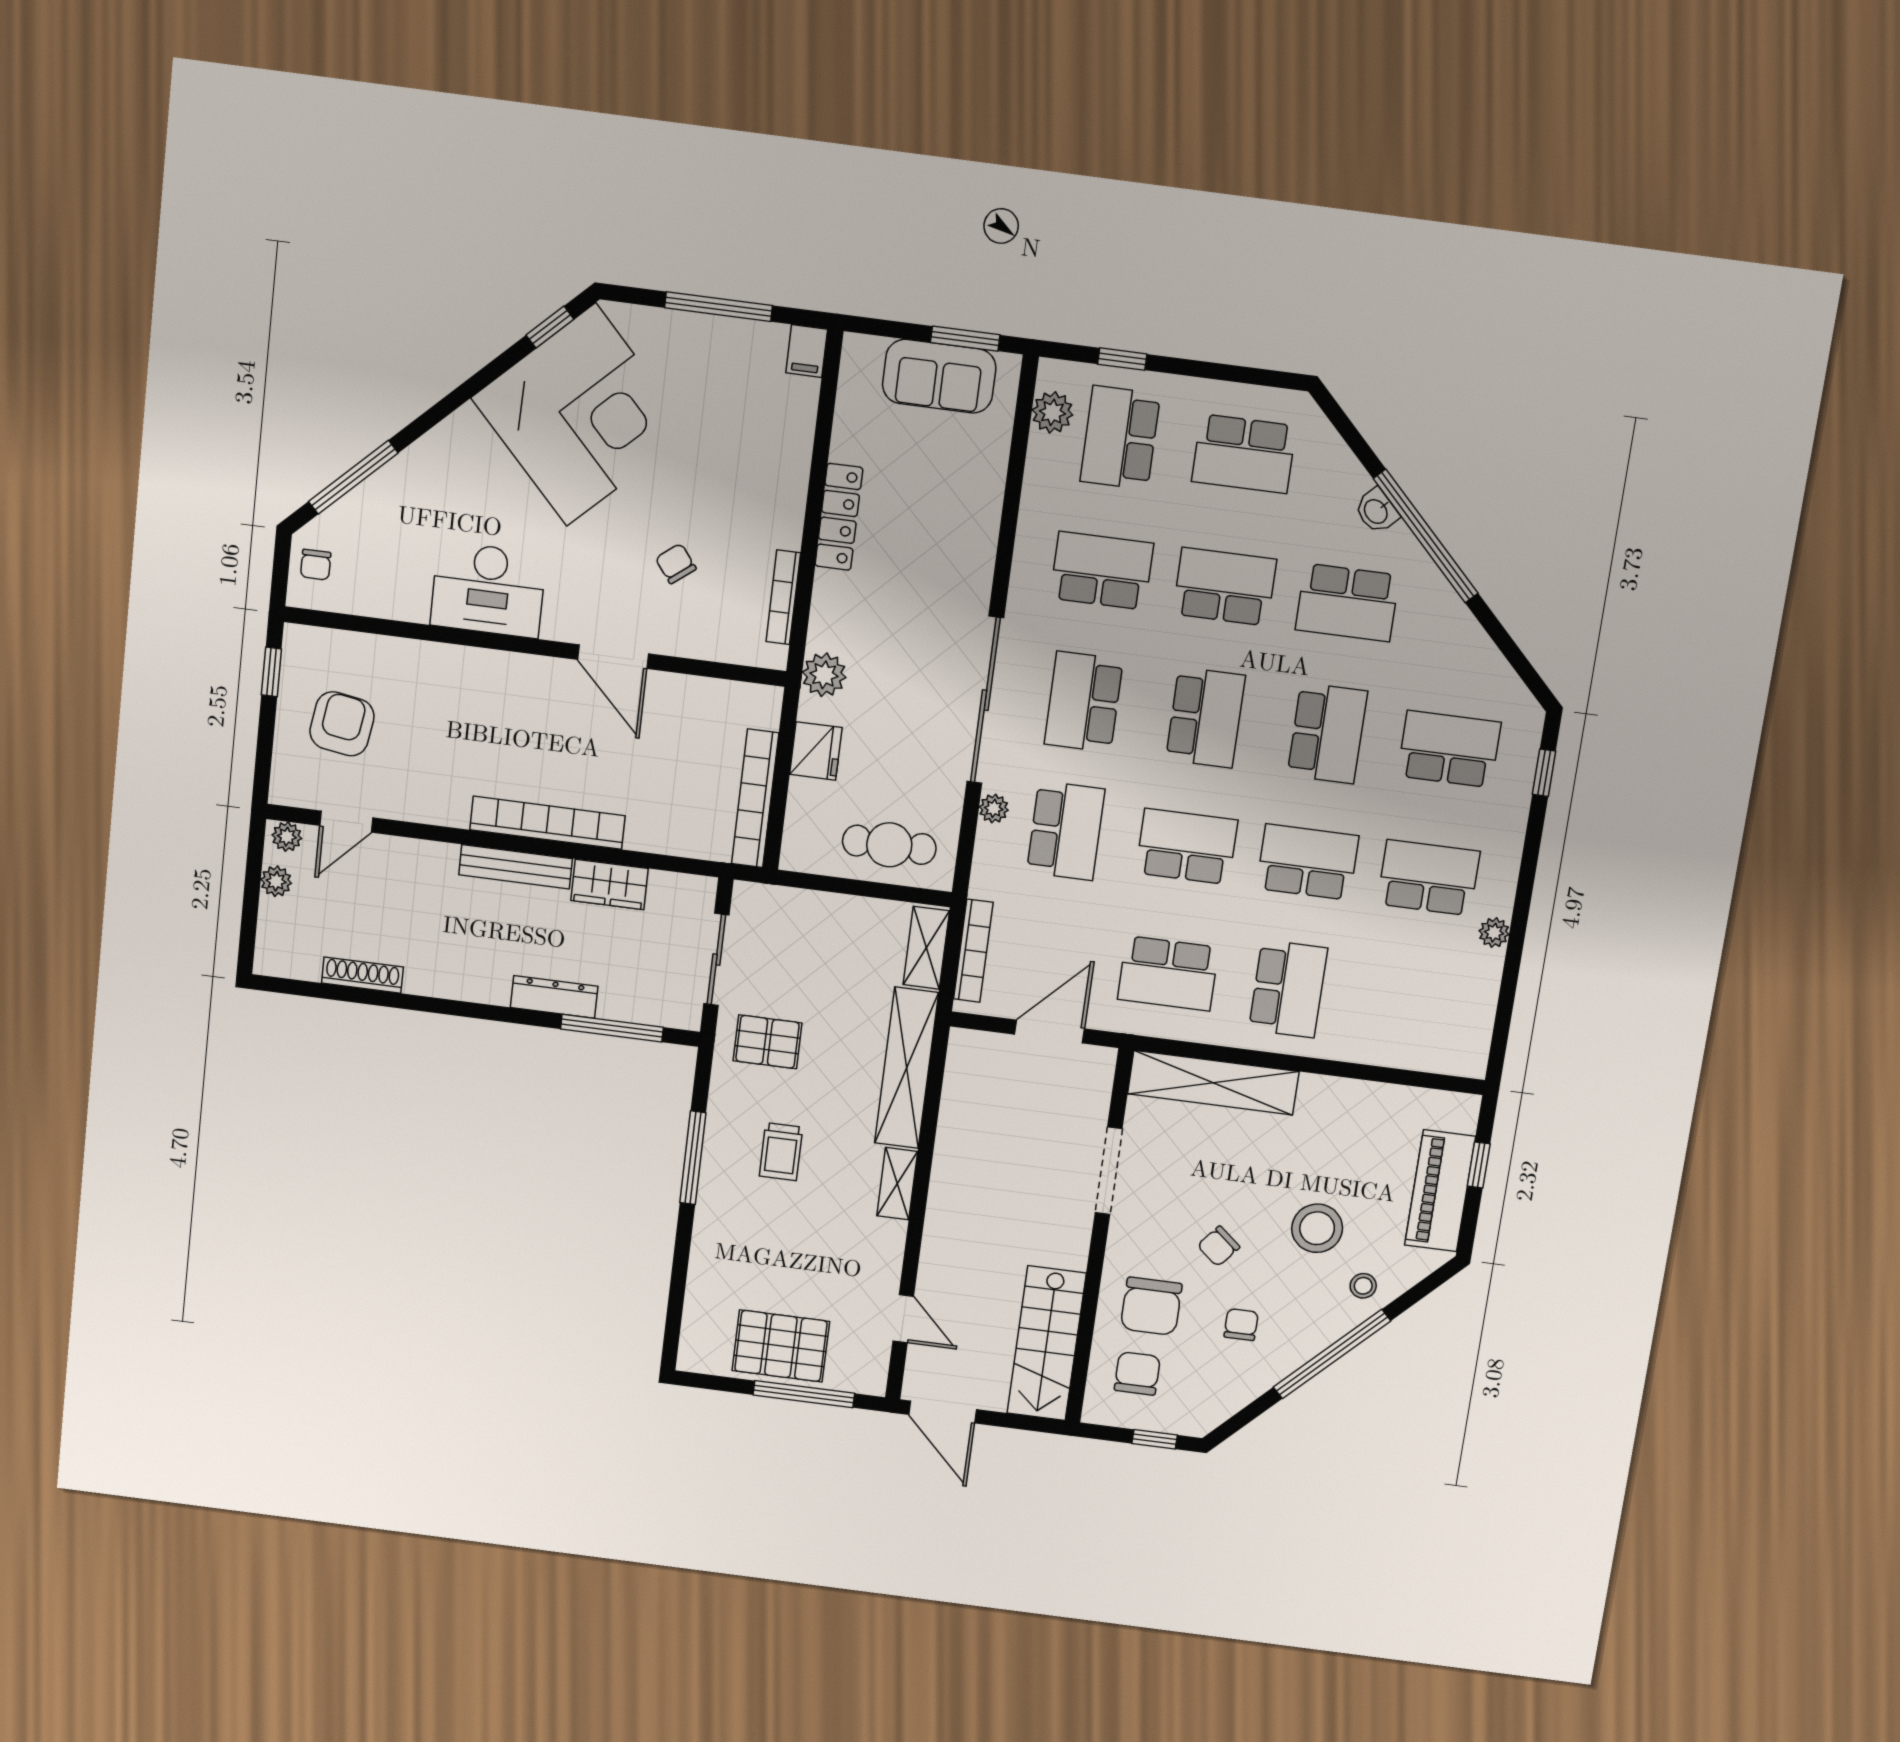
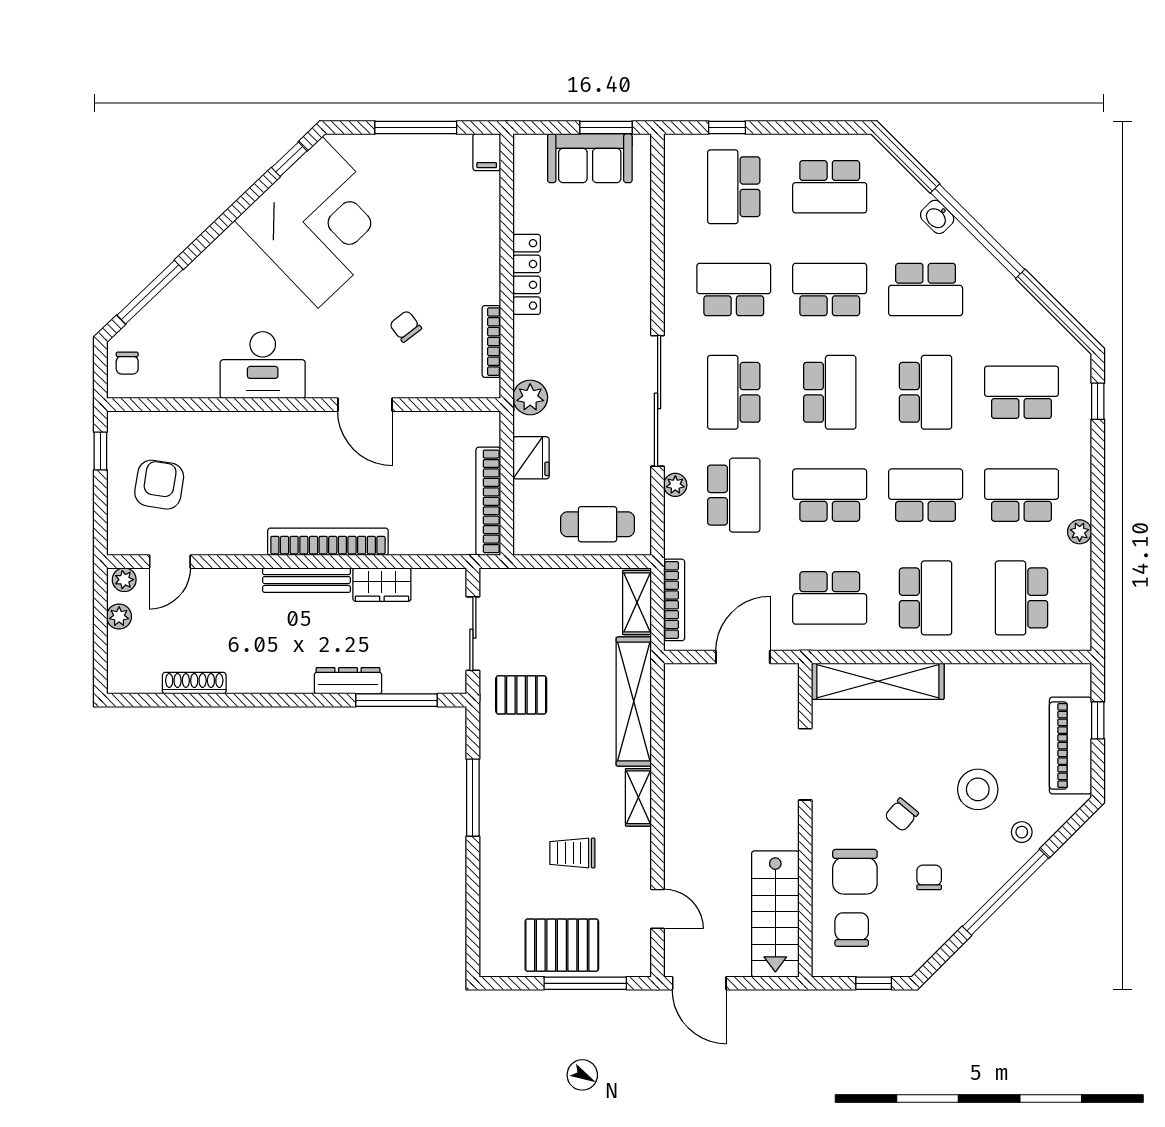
plant: (1052, 412) -> (680, 174), removed
school desk: (1408, 1004) -> (1021, 598), added
trolley: (781, 1152) -> (572, 853), moved, turned 90

